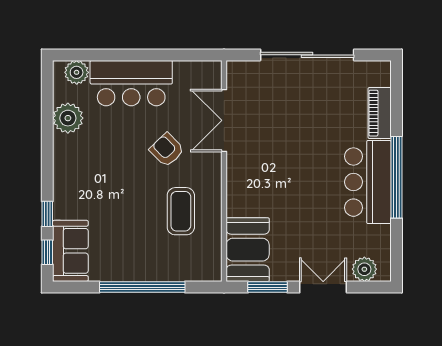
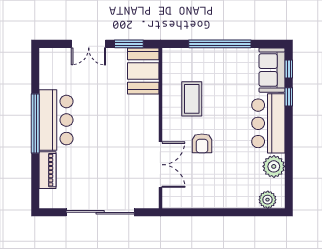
bar counter: (131, 83) -> (268, 123), moved, turned -90
armchair: (167, 150) -> (202, 143), turned 44
plant: (364, 269) -> (59, 57), removed

